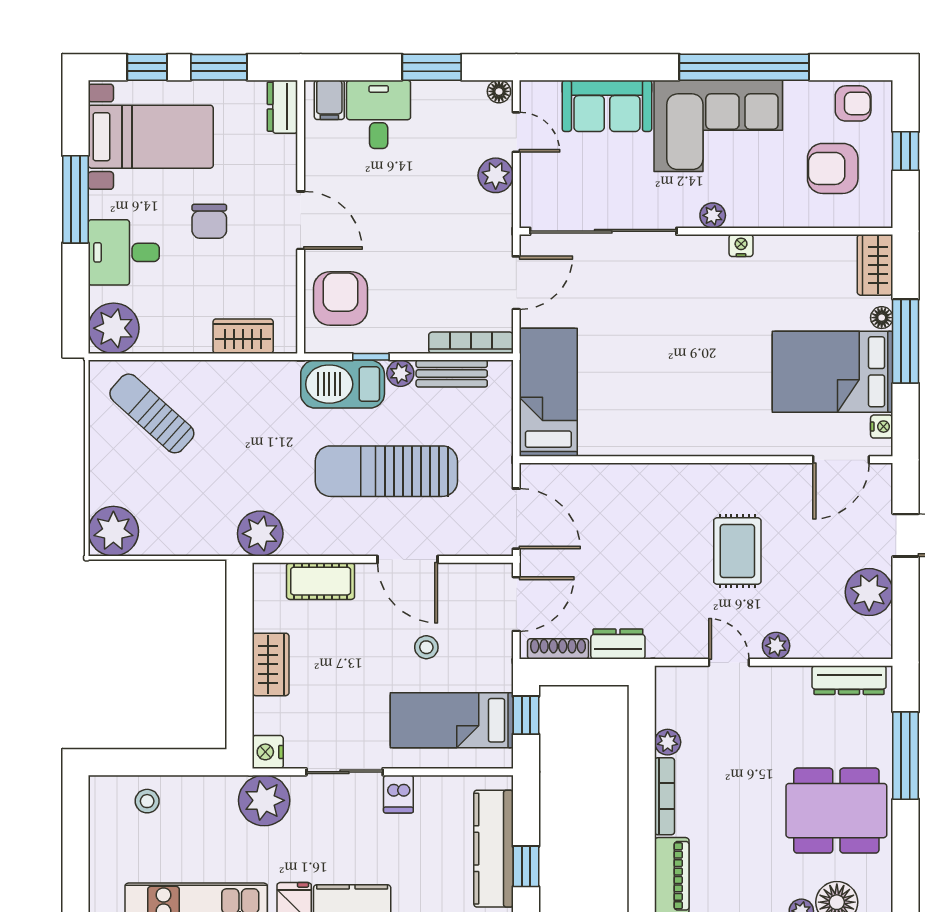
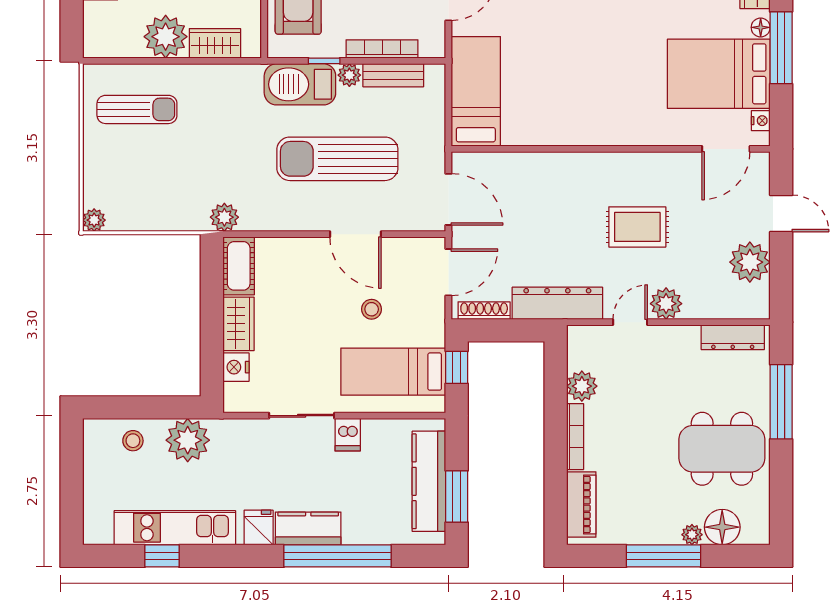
plant: (114, 328) -> (166, 37), moved
bookcase: (471, 343) -> (382, 49), moved
sun lounger: (152, 413) -> (137, 109), turned 138
plant: (113, 531) -> (94, 220), width x0.53, depth x0.53
plant: (260, 534) -> (224, 217), width x0.73, depth x0.73
rug: (737, 551) -> (637, 227), turned 90
cot: (321, 581) -> (239, 266), moved, turned 90
dresser: (618, 644) -> (557, 303), width x1.96, depth x1.24
plant: (776, 646) -> (666, 304), width x1.38, depth x1.38
door: (729, 662) -> (630, 322), hinge flipped
plant: (668, 742) -> (582, 386), width x1.38, depth x1.38
nightstand: (268, 752) -> (236, 367), moved
plant: (264, 800) -> (188, 440), moved
window: (526, 866) -> (457, 497), width x1.50

